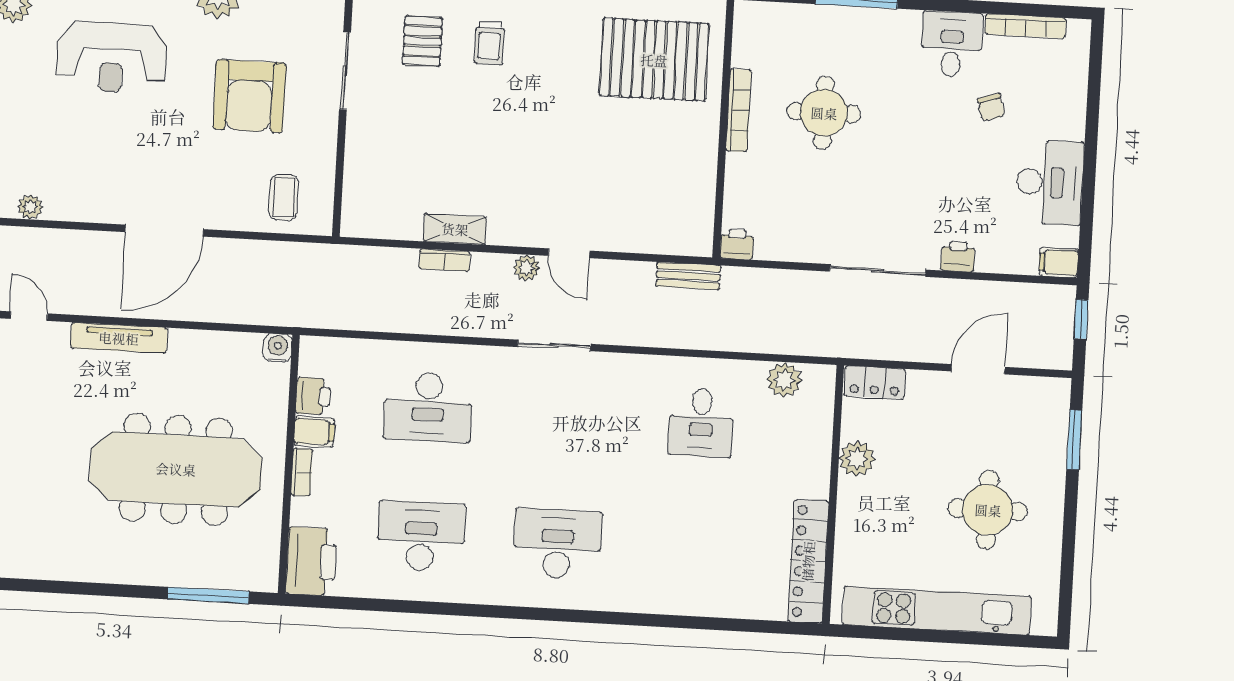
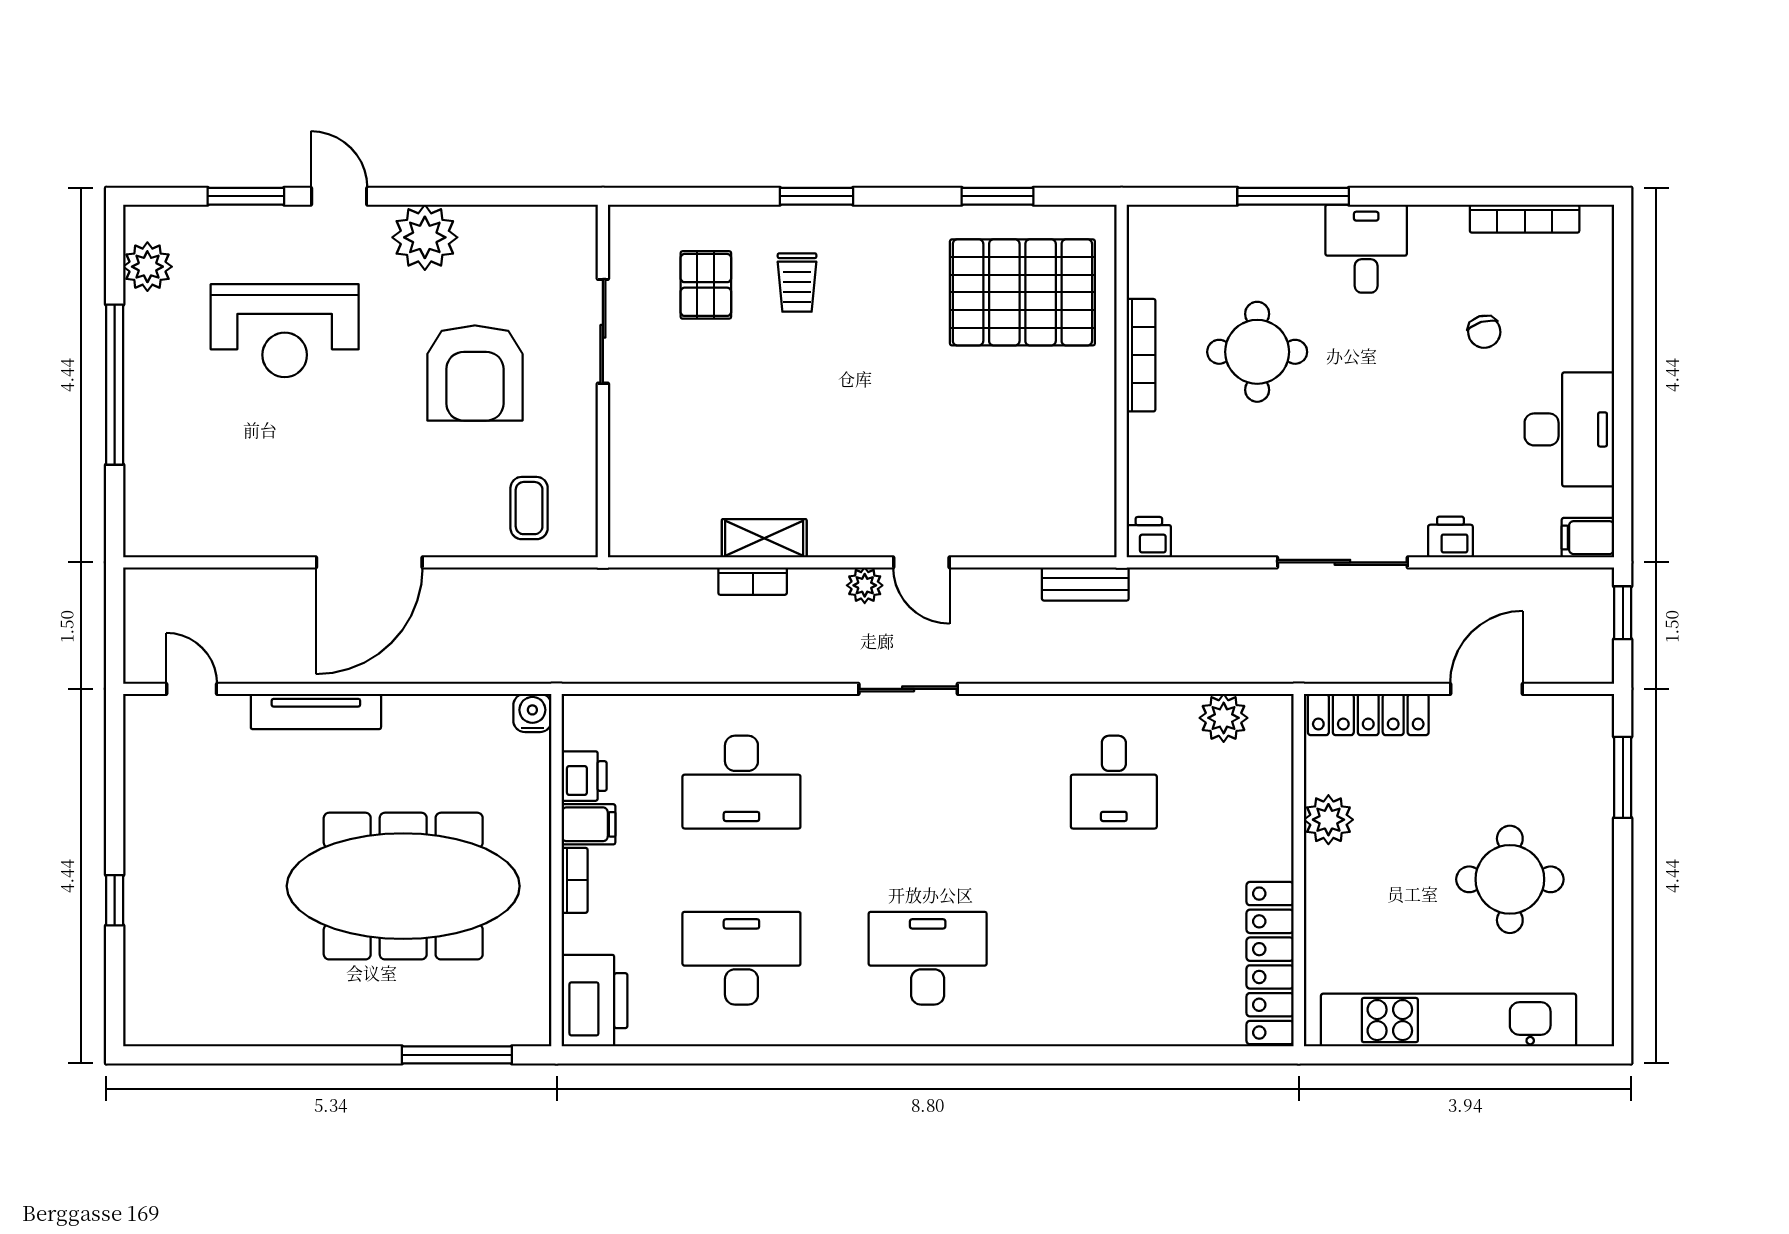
desk: (952, 44) -> (1366, 249), moved
plant: (30, 207) -> (185, 540), removed
locker: (875, 382) -> (1368, 715), width x1.53

